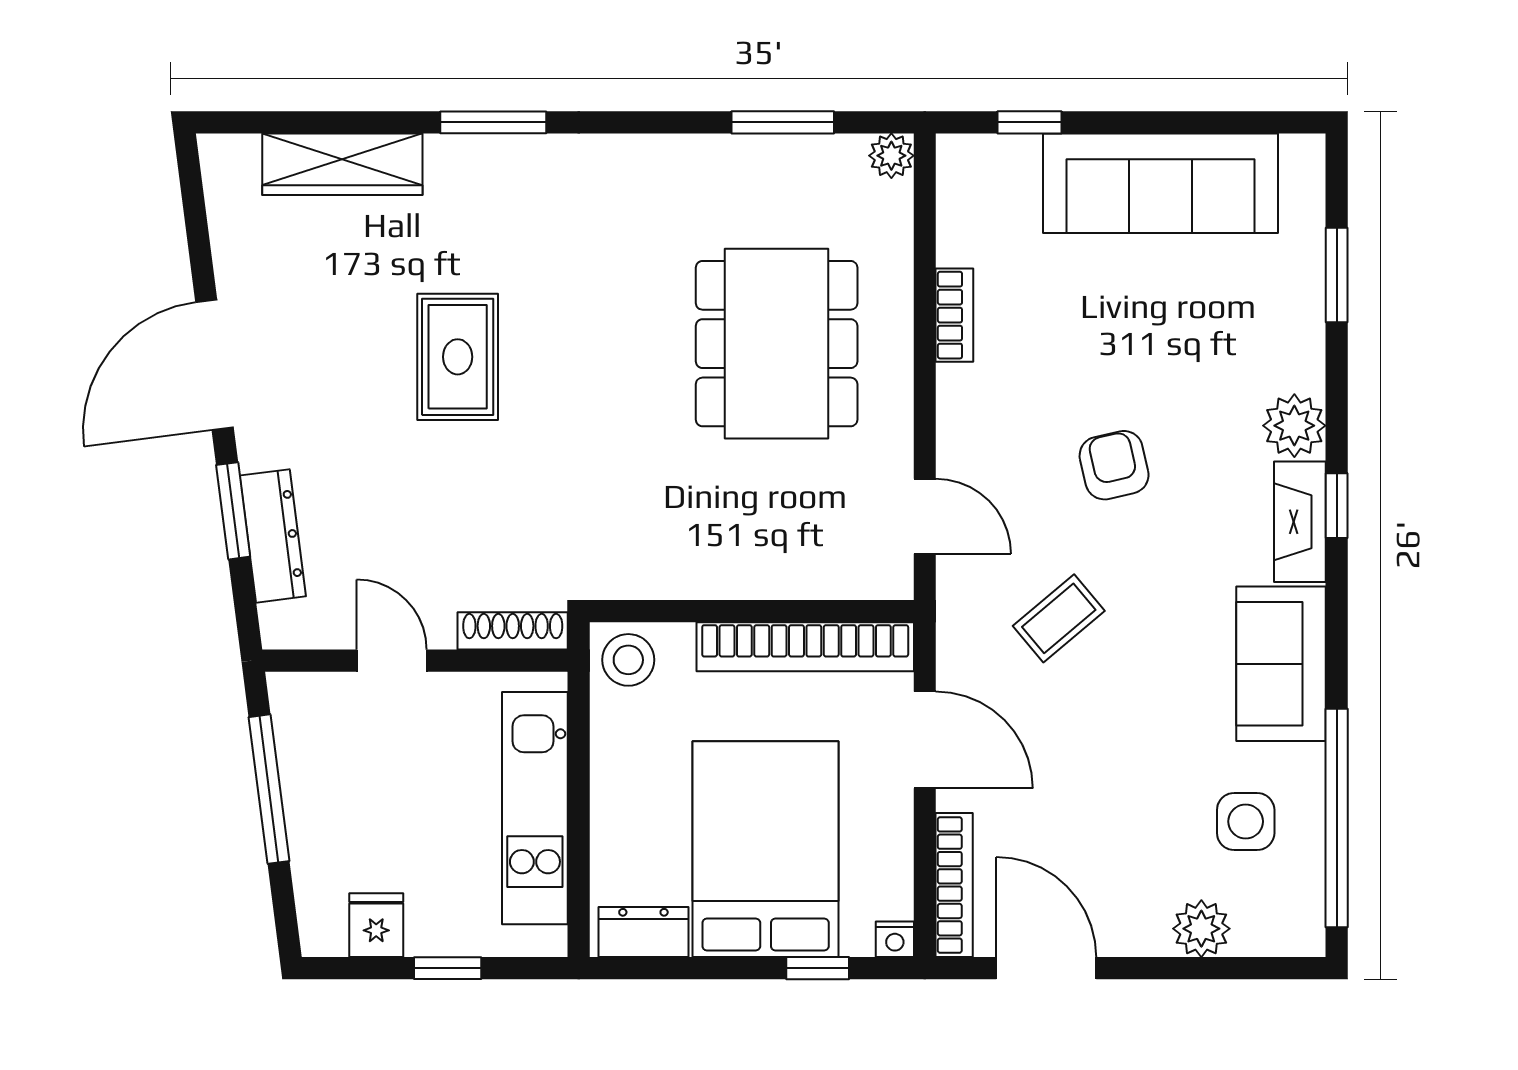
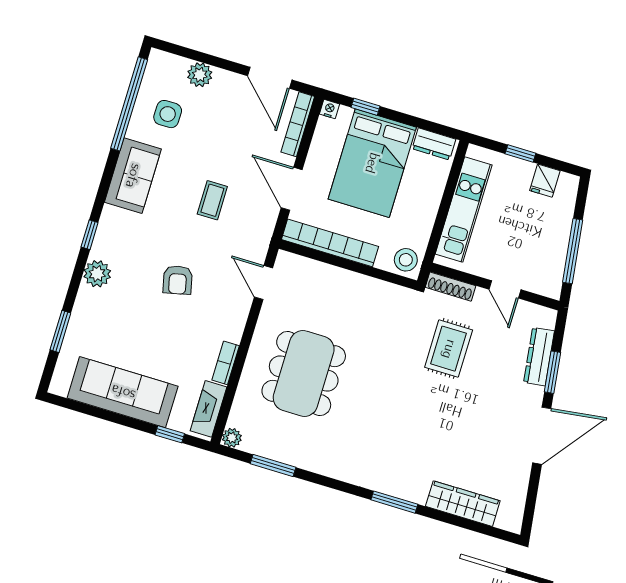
rug: (458, 357) -> (449, 349), moved
fireplace: (1300, 522) -> (209, 409), moved, turned 180
coffee table: (1059, 618) -> (212, 200), moved, turned -50

